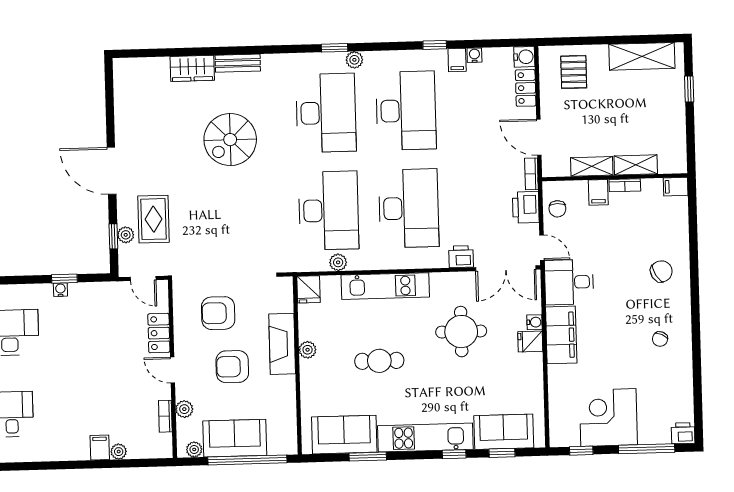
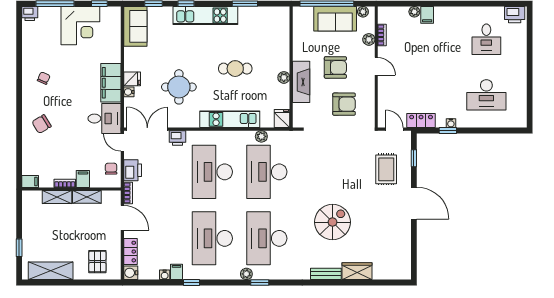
plant: (126, 235) -> (405, 159), removed
locker: (159, 333) -> (421, 121), moved, turned -90
sofa: (504, 432) -> (135, 26), moved, turned -90
sofa: (344, 435) -> (261, 19), removed

